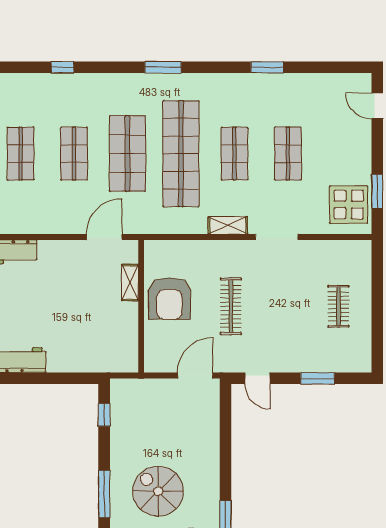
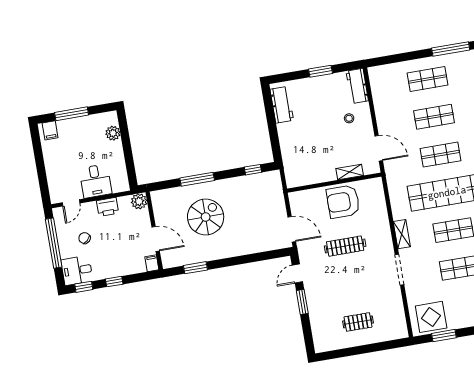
shop shelf: (127, 154) -> (440, 155), width x0.70, depth x0.74
stool: (56, 271) -> (349, 118), added
window: (318, 378) -> (302, 302), moved

